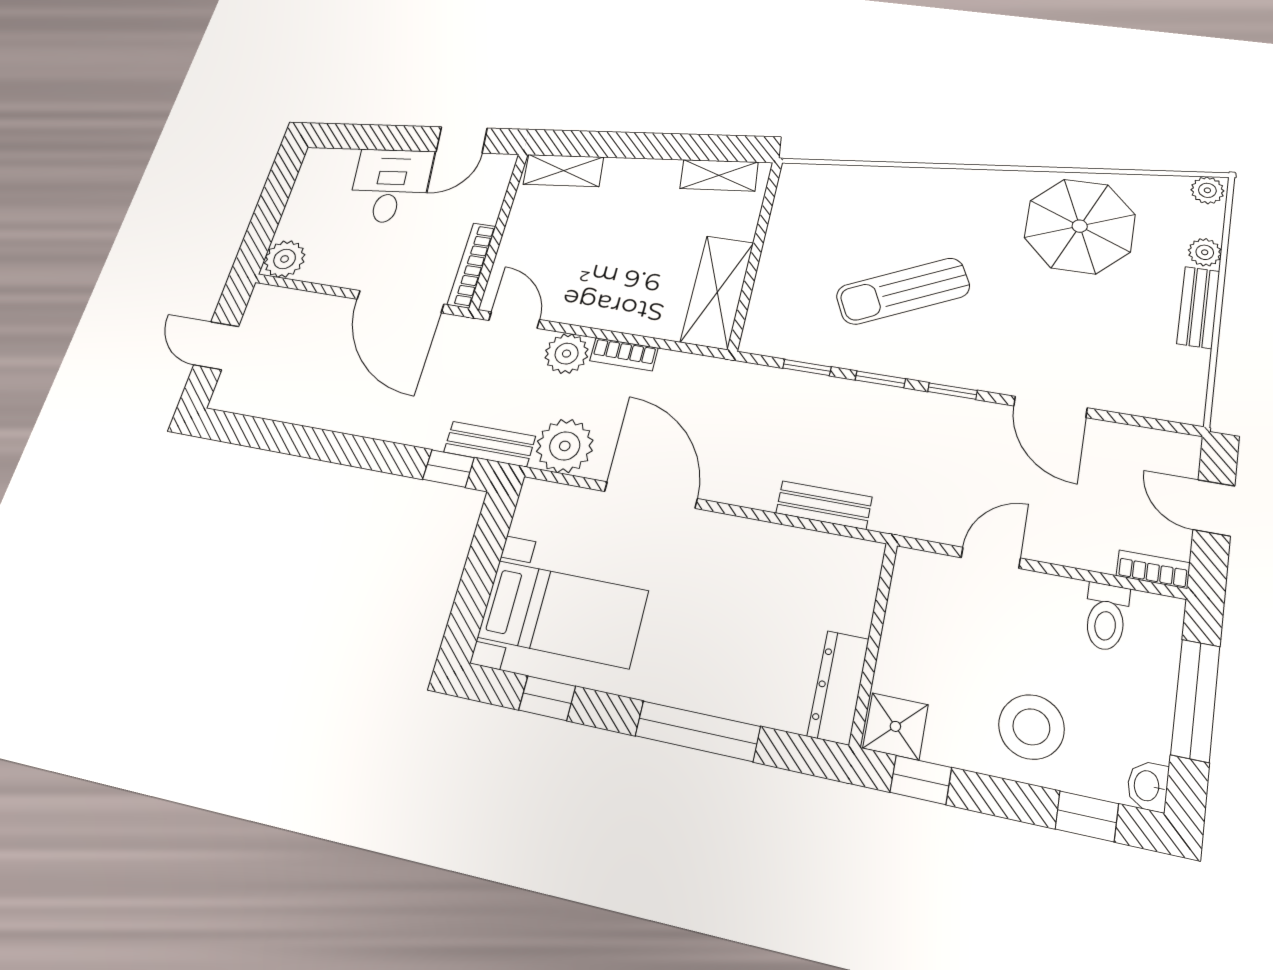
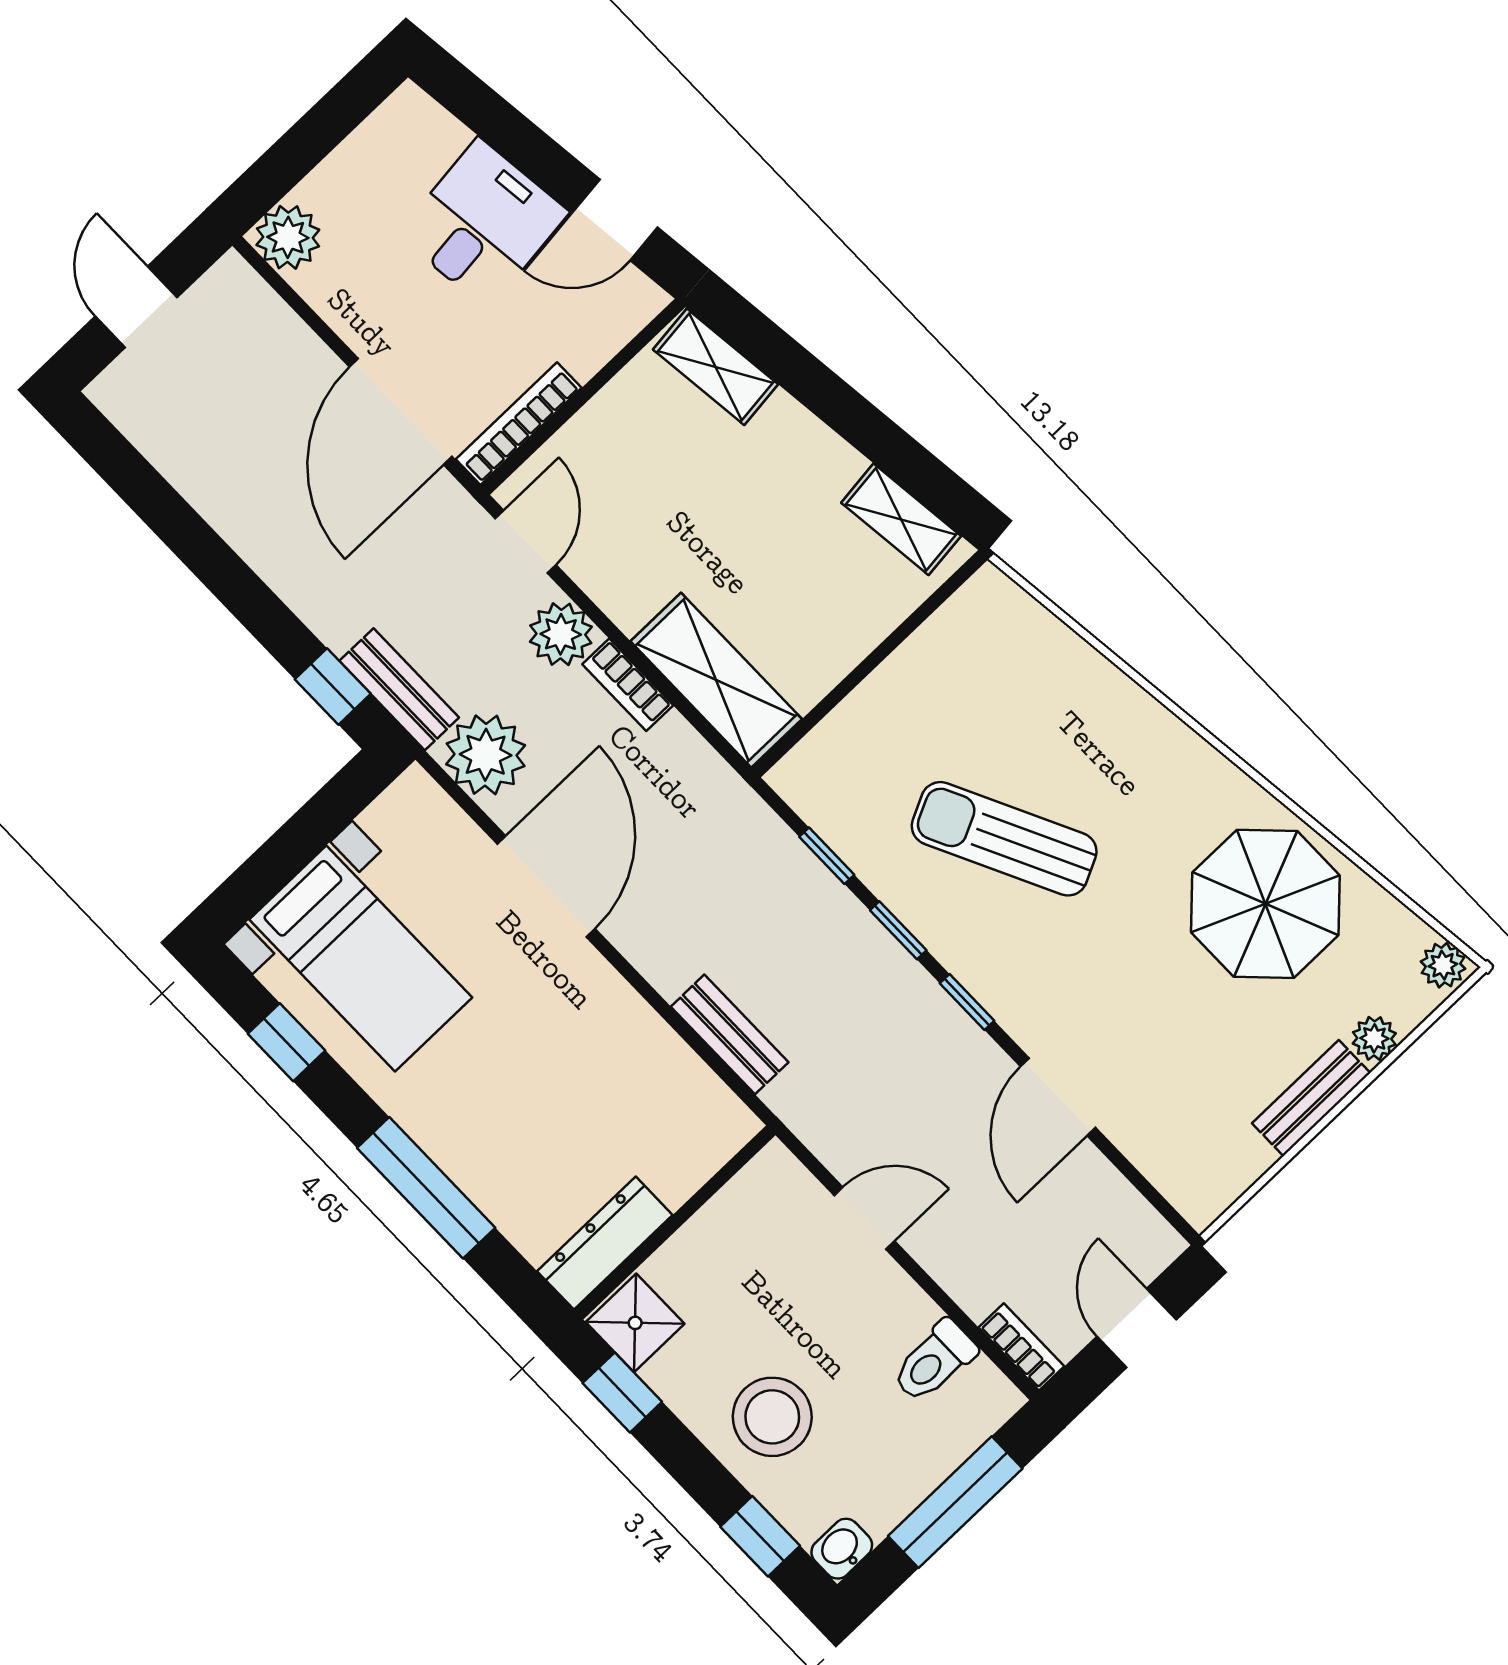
shelving: (717, 292) -> (716, 680), moved, turned 90

